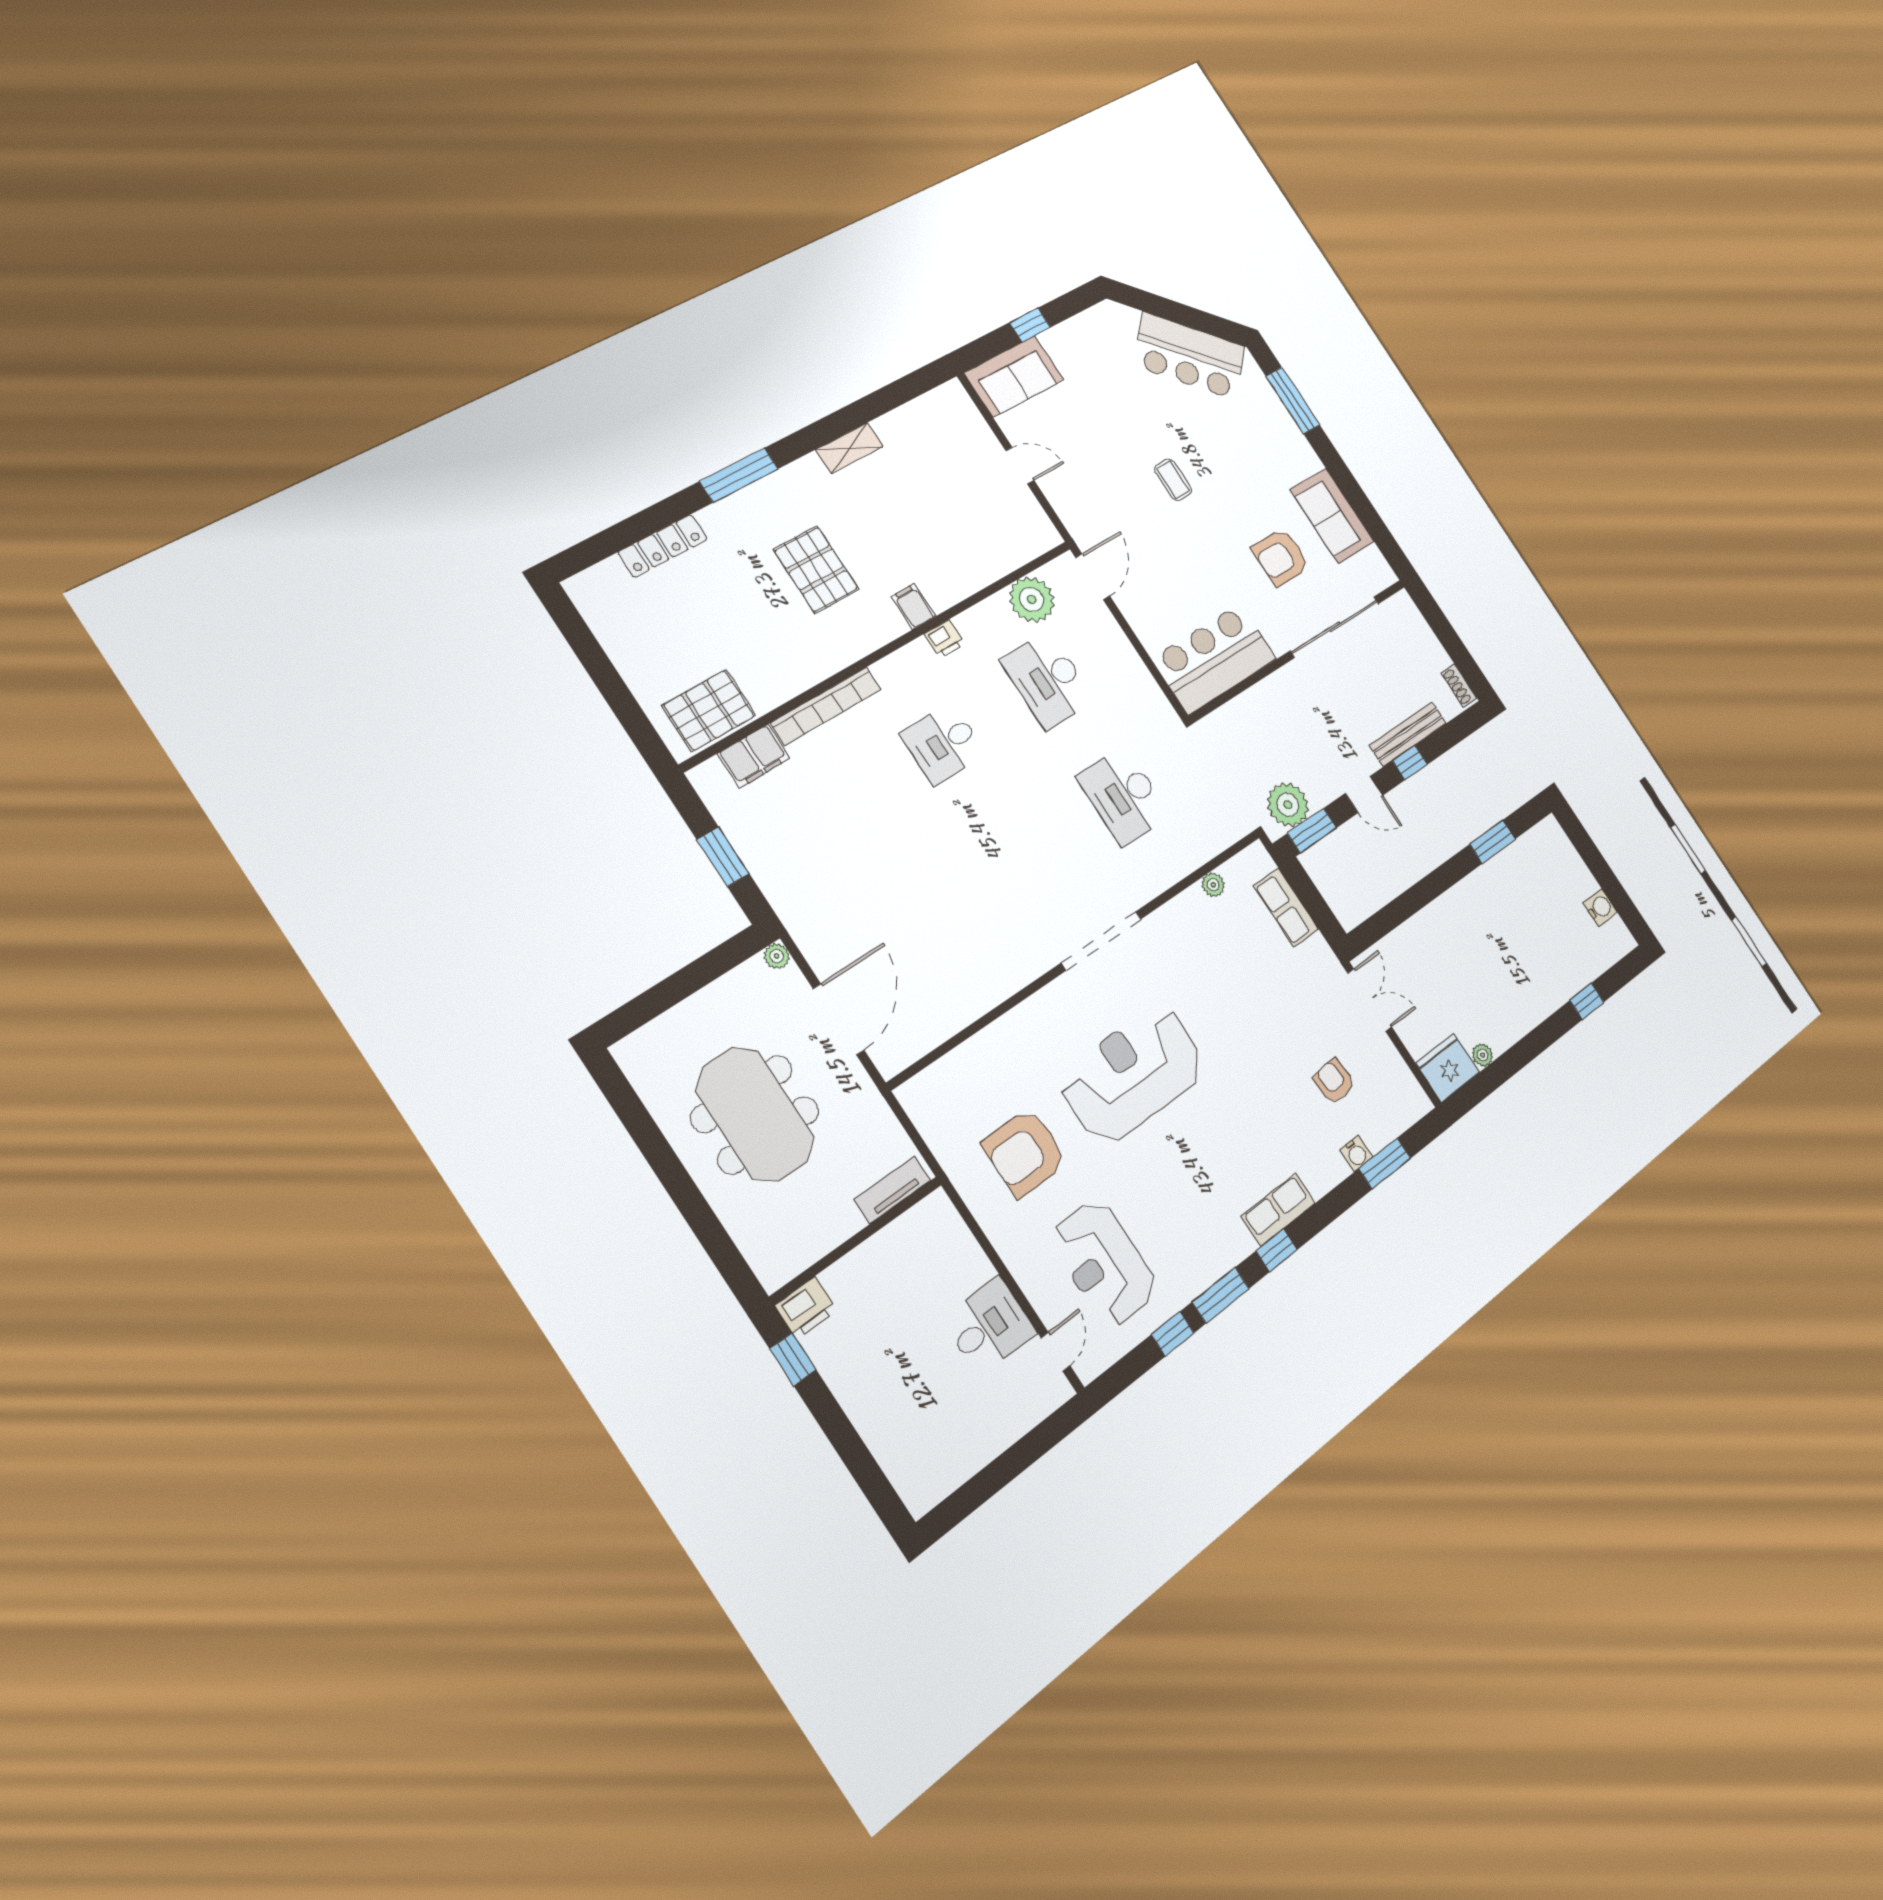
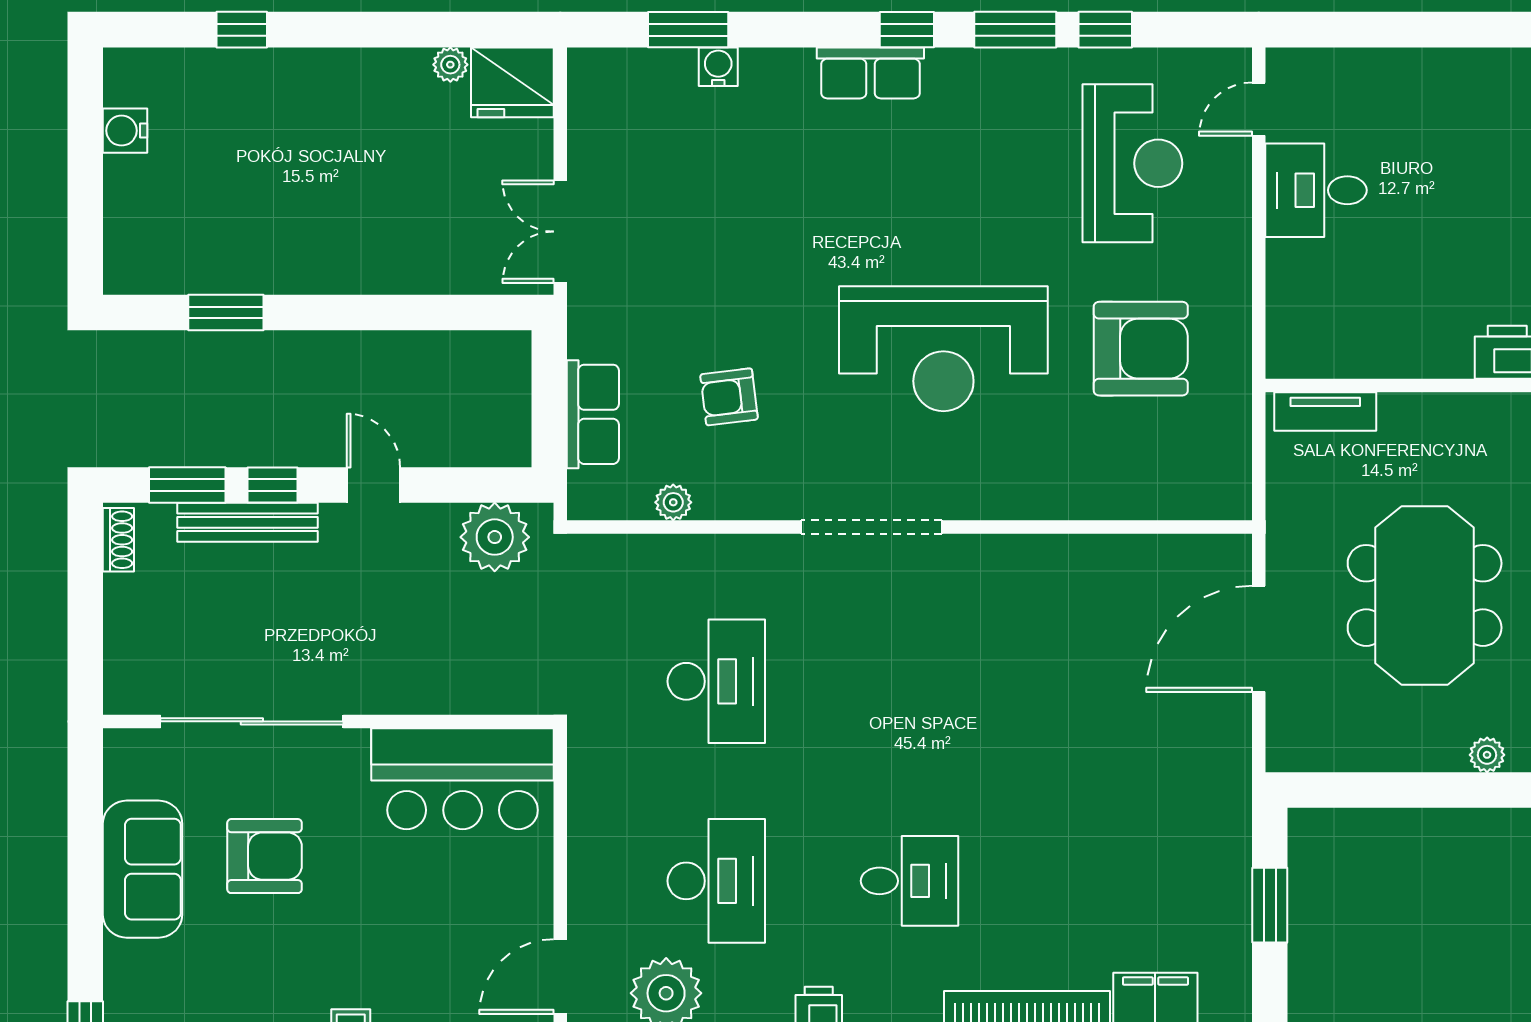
window: (1312, 831) -> (187, 485), moved
plant: (777, 956) -> (1487, 755), moved
armchair: (1334, 1081) -> (729, 397), moved, turned 87

